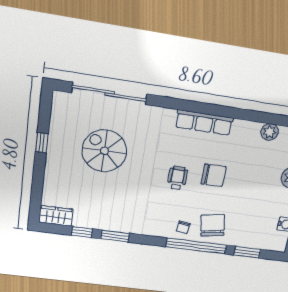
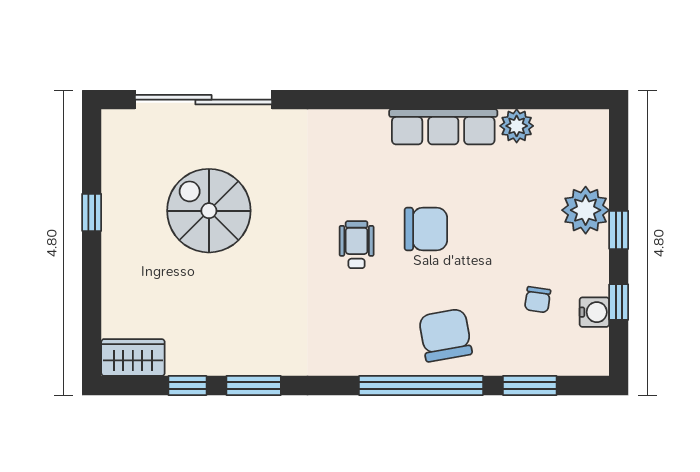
row of seats: (204, 122) -> (443, 127), moved
chair: (183, 227) -> (538, 300), moved

